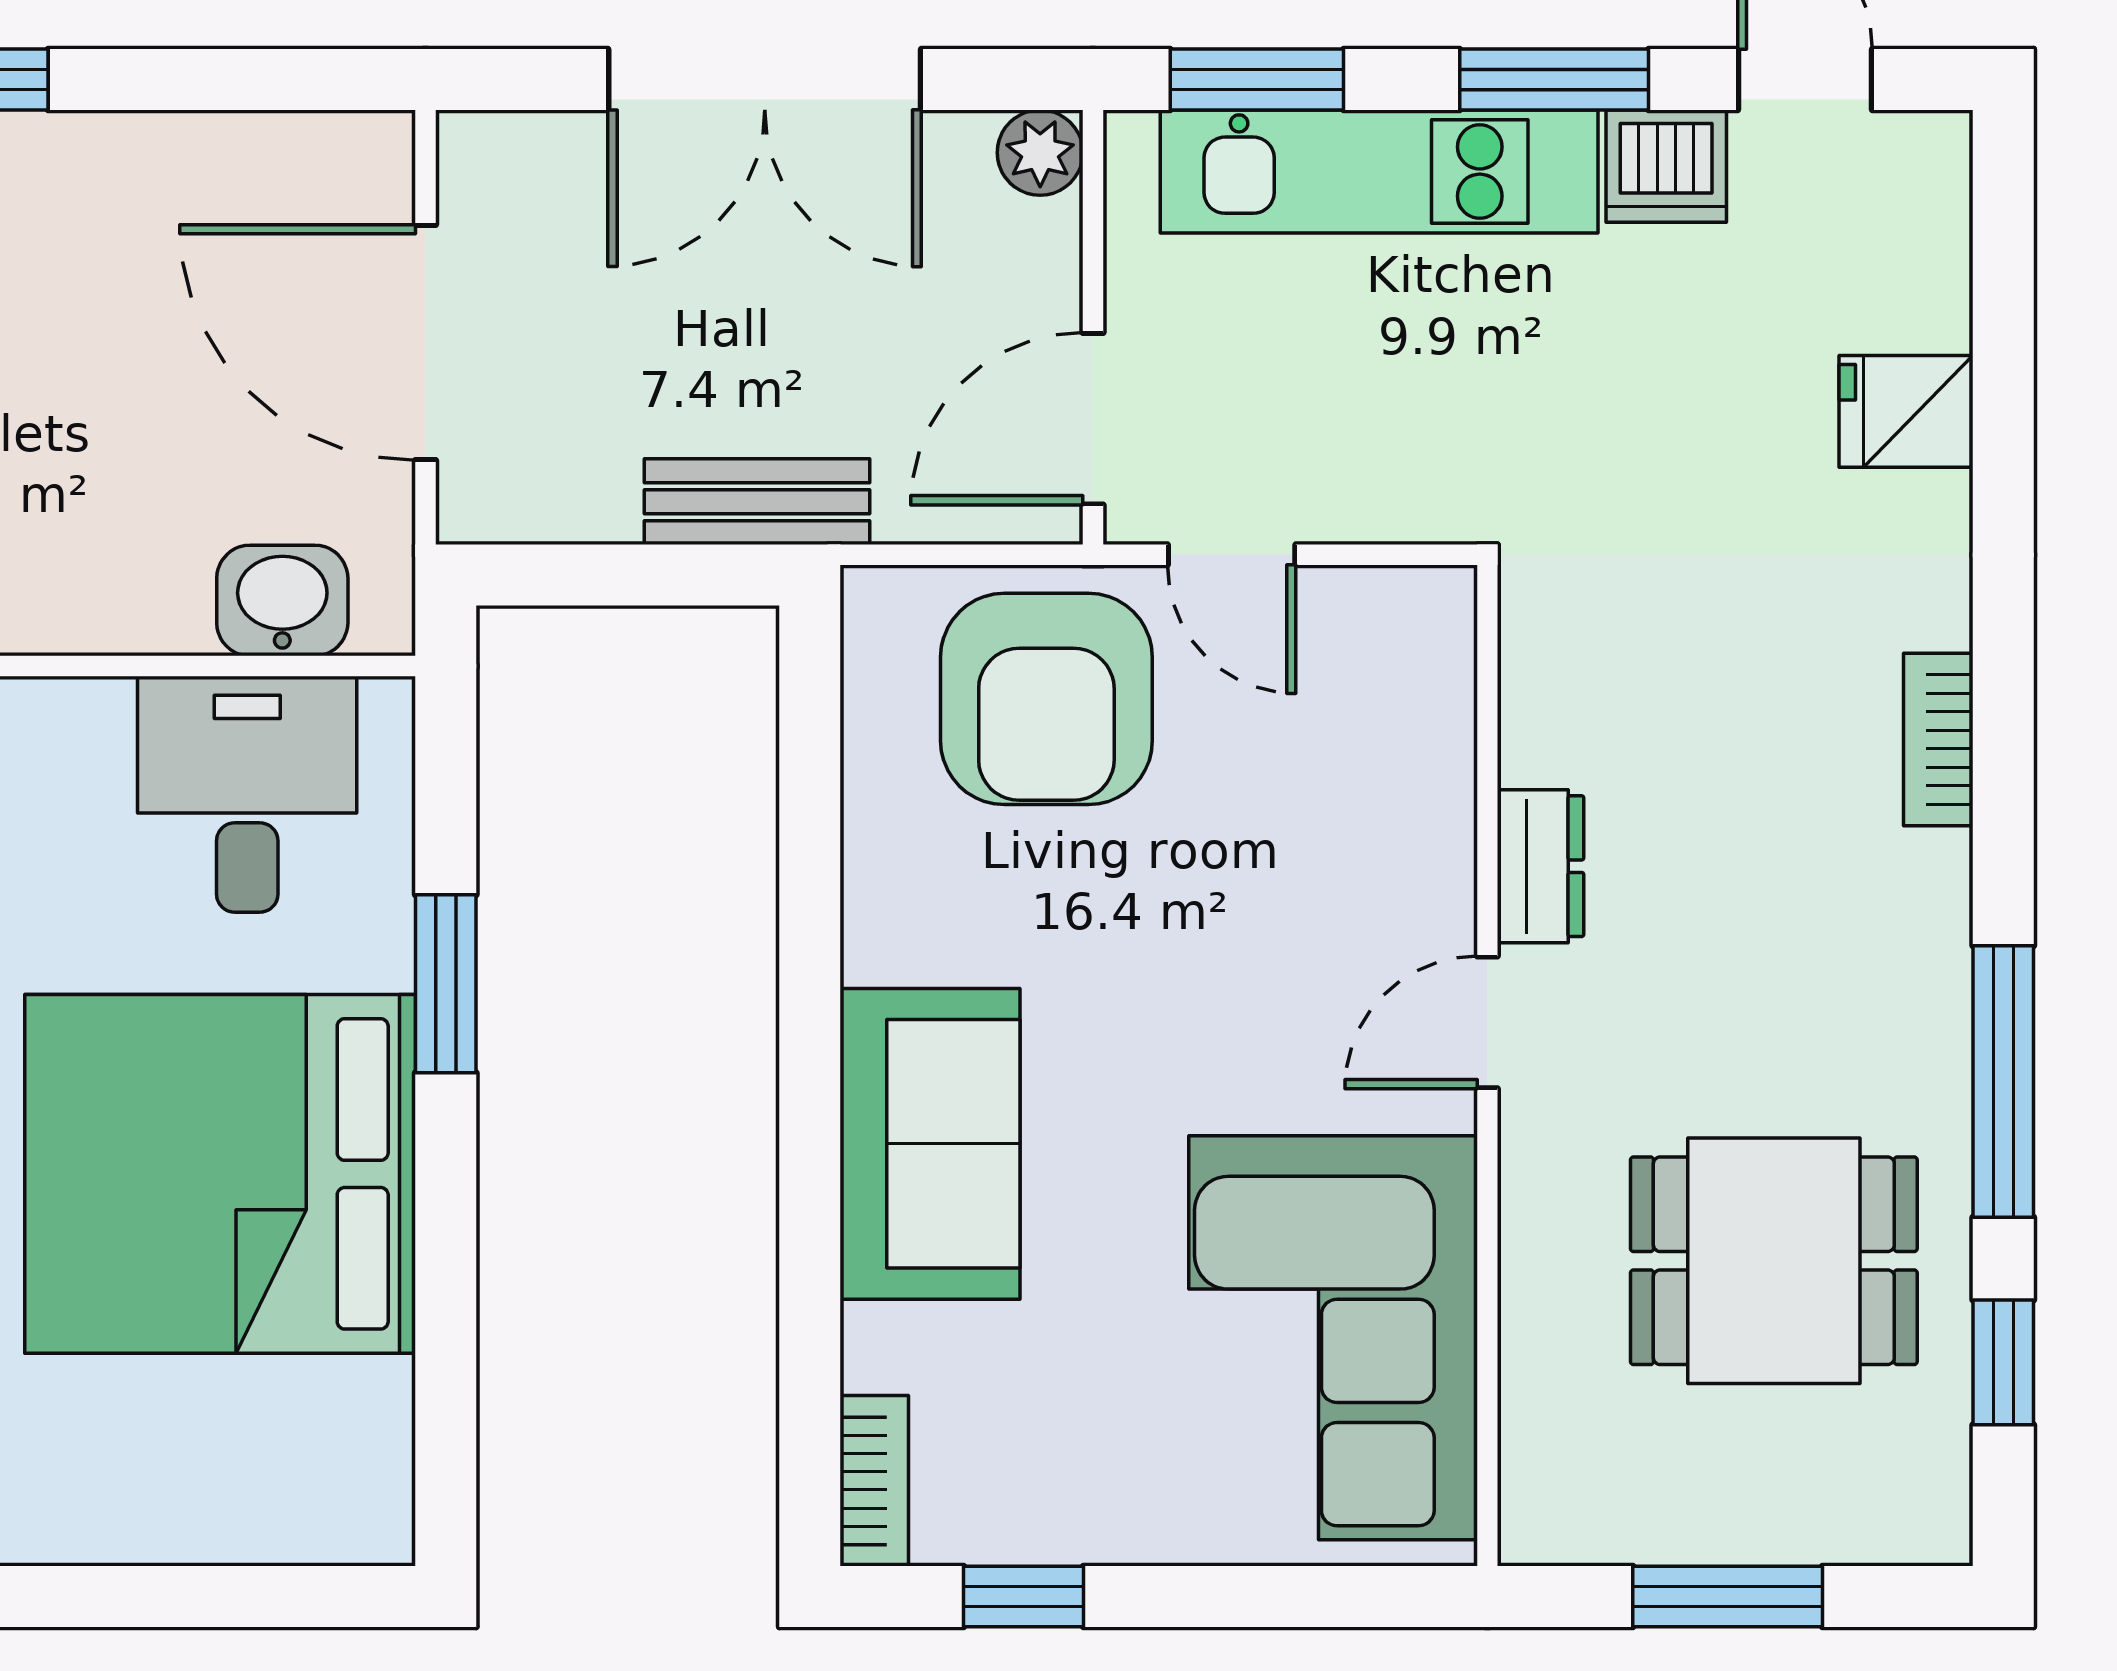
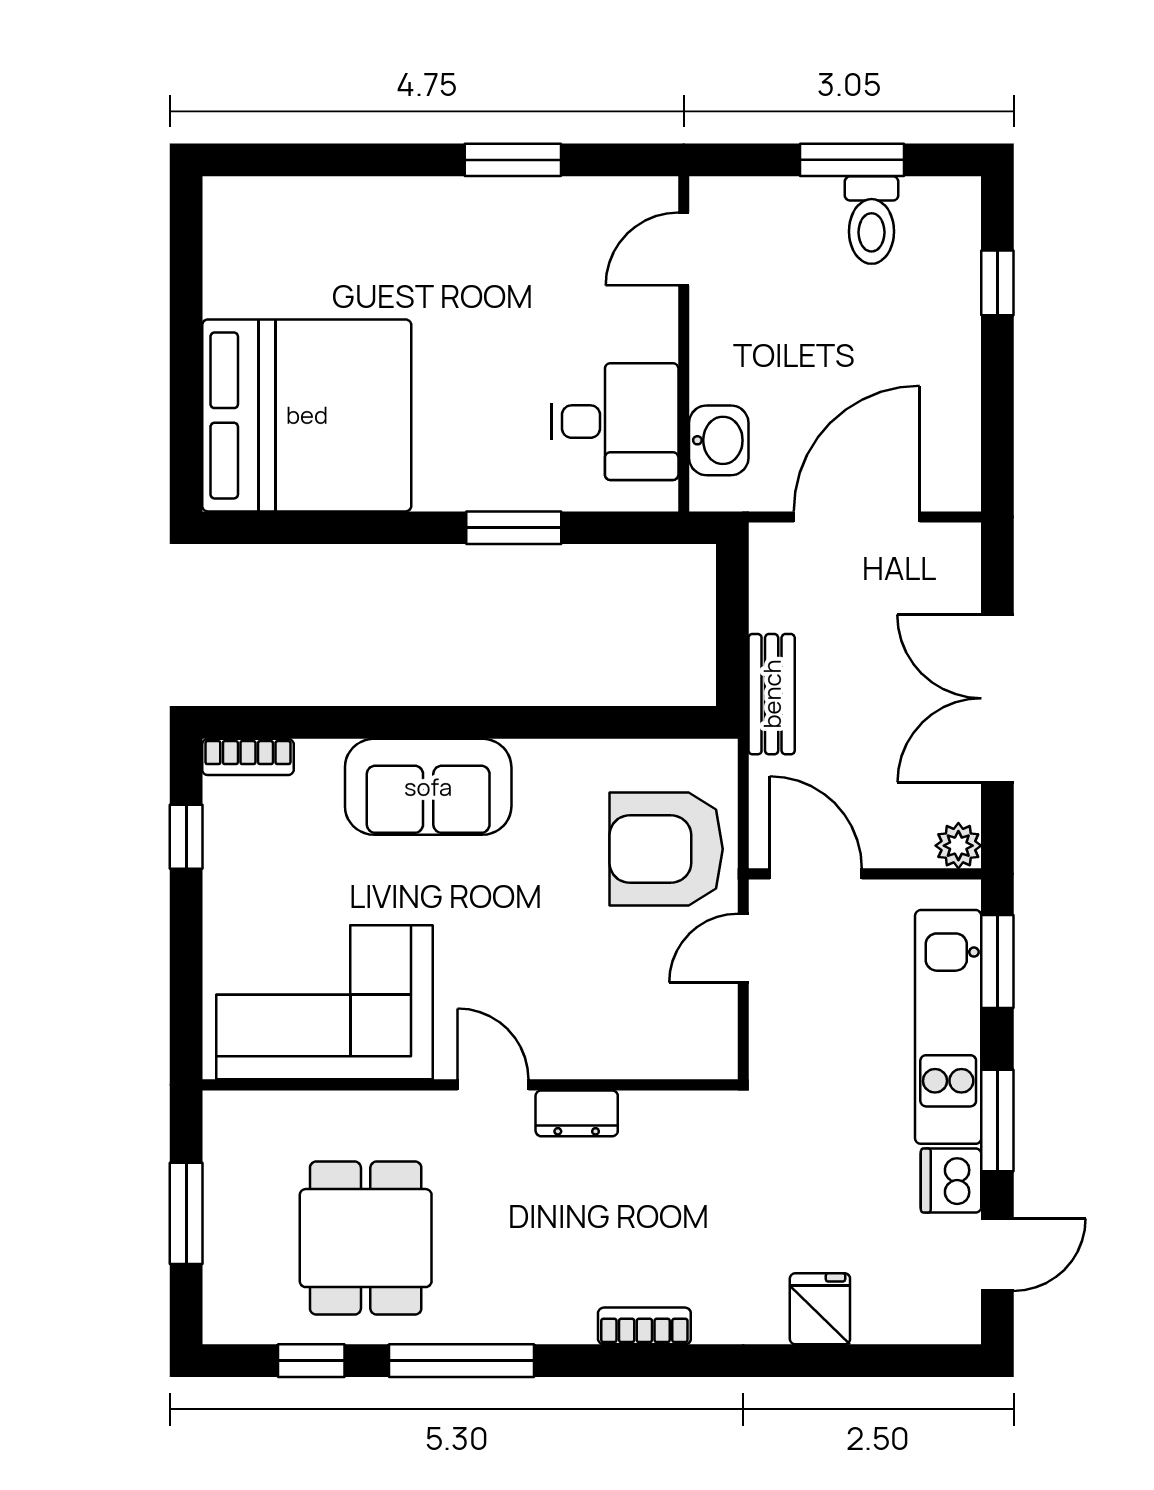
bed: (220, 1174) -> (307, 415), moved, turned 90

